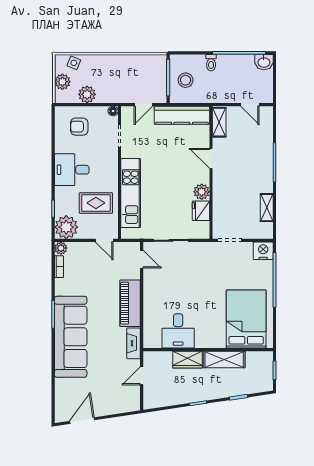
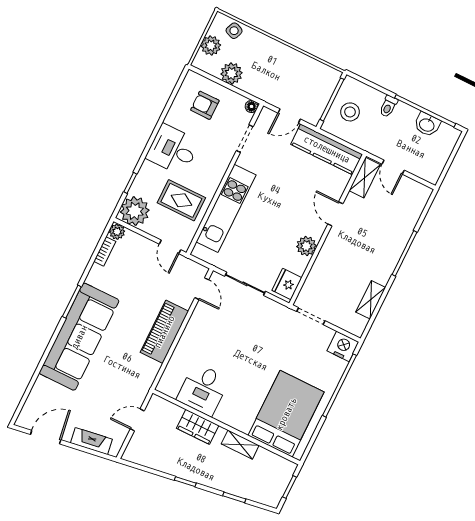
washbasin: (264, 62) -> (427, 125), moved
door: (250, 105) -> (393, 167), moved
fridge: (201, 211) -> (287, 284), moved
fireplace: (134, 343) -> (91, 441), moved, turned 81
shelving: (224, 359) -> (240, 445), width x0.67, depth x0.75

